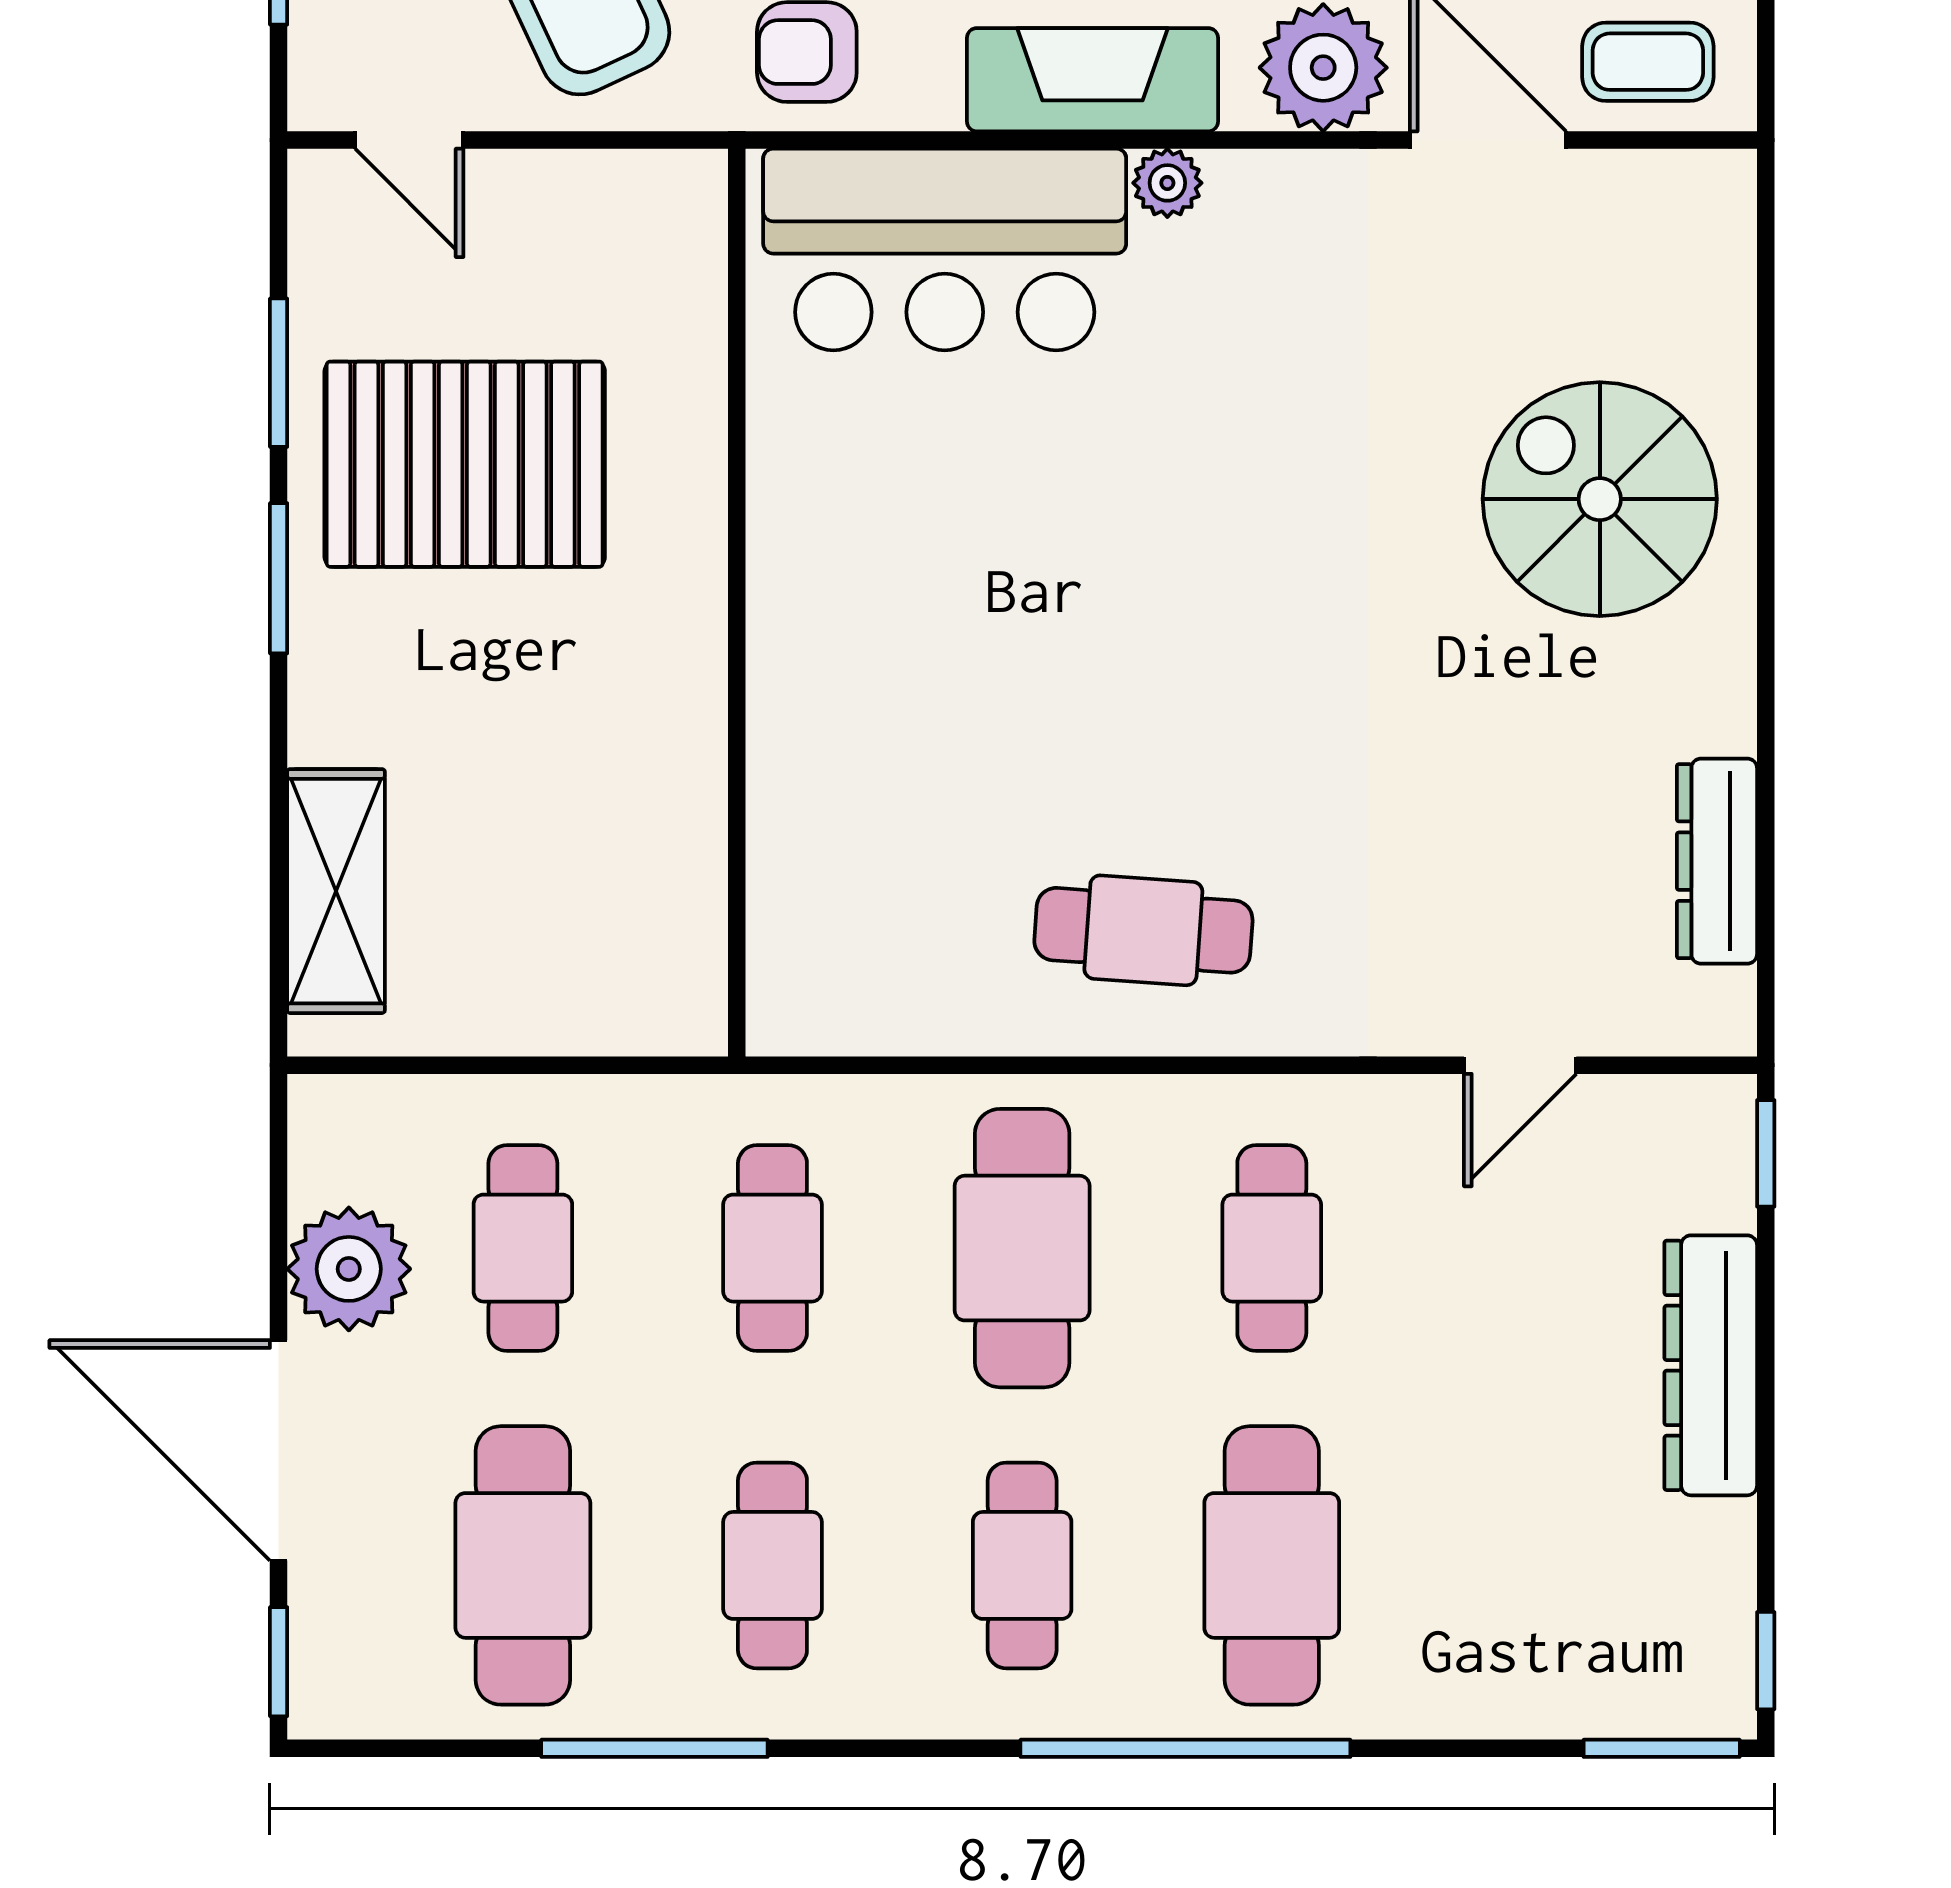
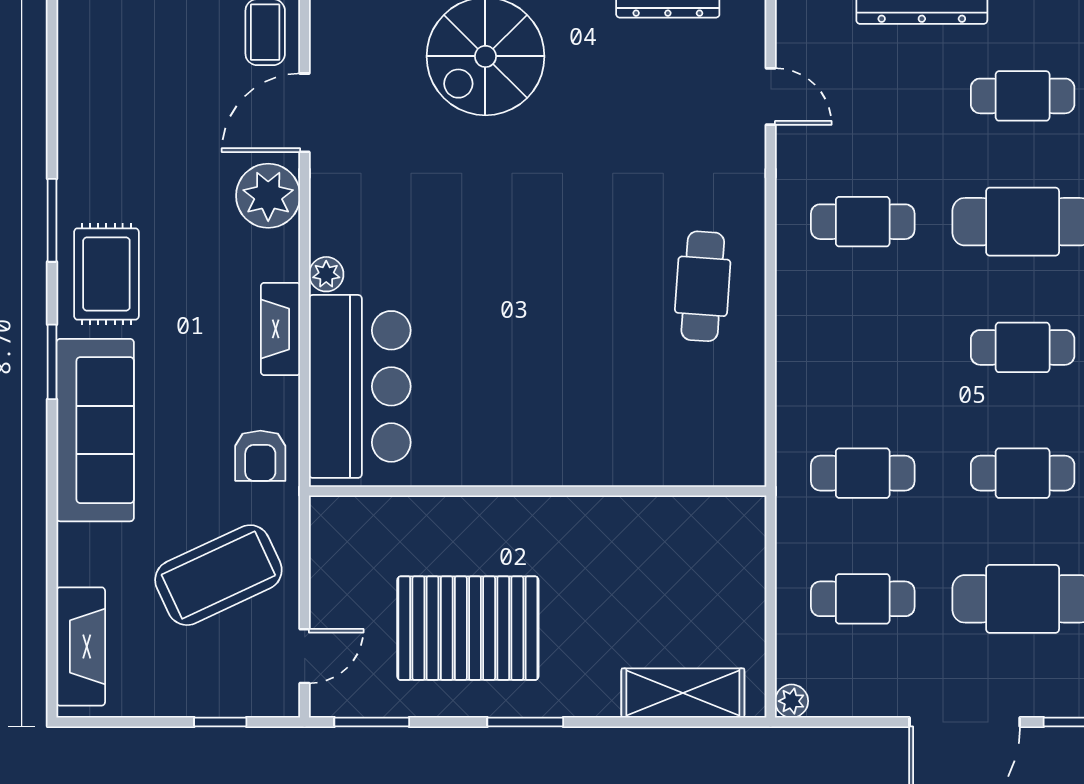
fireplace: (1092, 80) -> (281, 329), width x0.73, depth x0.76
window: (279, 373) -> (372, 722), moved
pallet: (465, 464) -> (468, 628), turned 90
cafe table: (1022, 1248) -> (1023, 96), moved, width x0.73, depth x0.74
plant: (349, 1269) -> (792, 701), moved, width x0.53, depth x0.53

